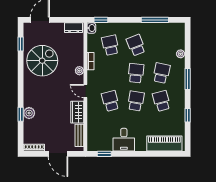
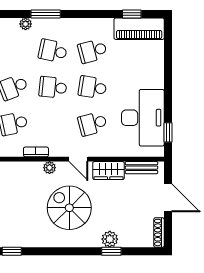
spiral stairs: (42, 61) -> (69, 208), moved
window: (188, 79) -> (46, 14), moved
door: (85, 91) -> (78, 159), hinge flipped
window: (188, 115) -> (132, 14), moved
desk: (124, 140) -> (143, 118), width x1.87, depth x1.30
piano: (164, 144) -> (139, 29), moved, turned -90
door: (58, 154) -> (168, 198), hinge flipped

